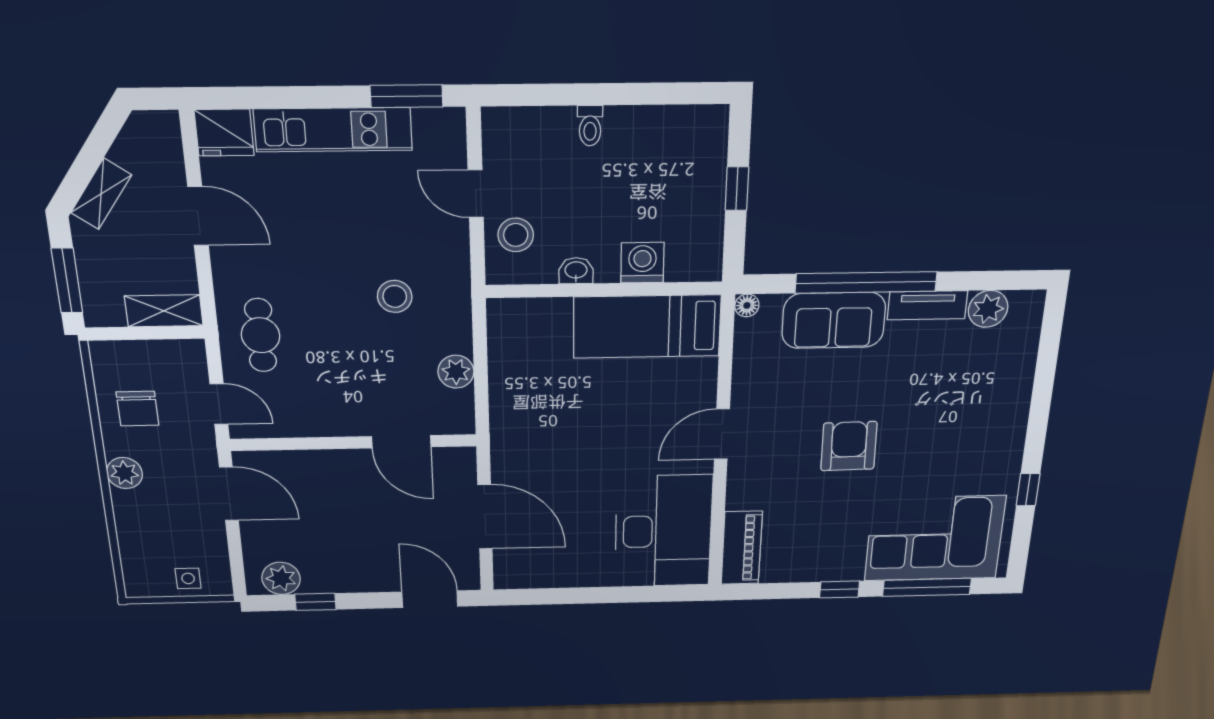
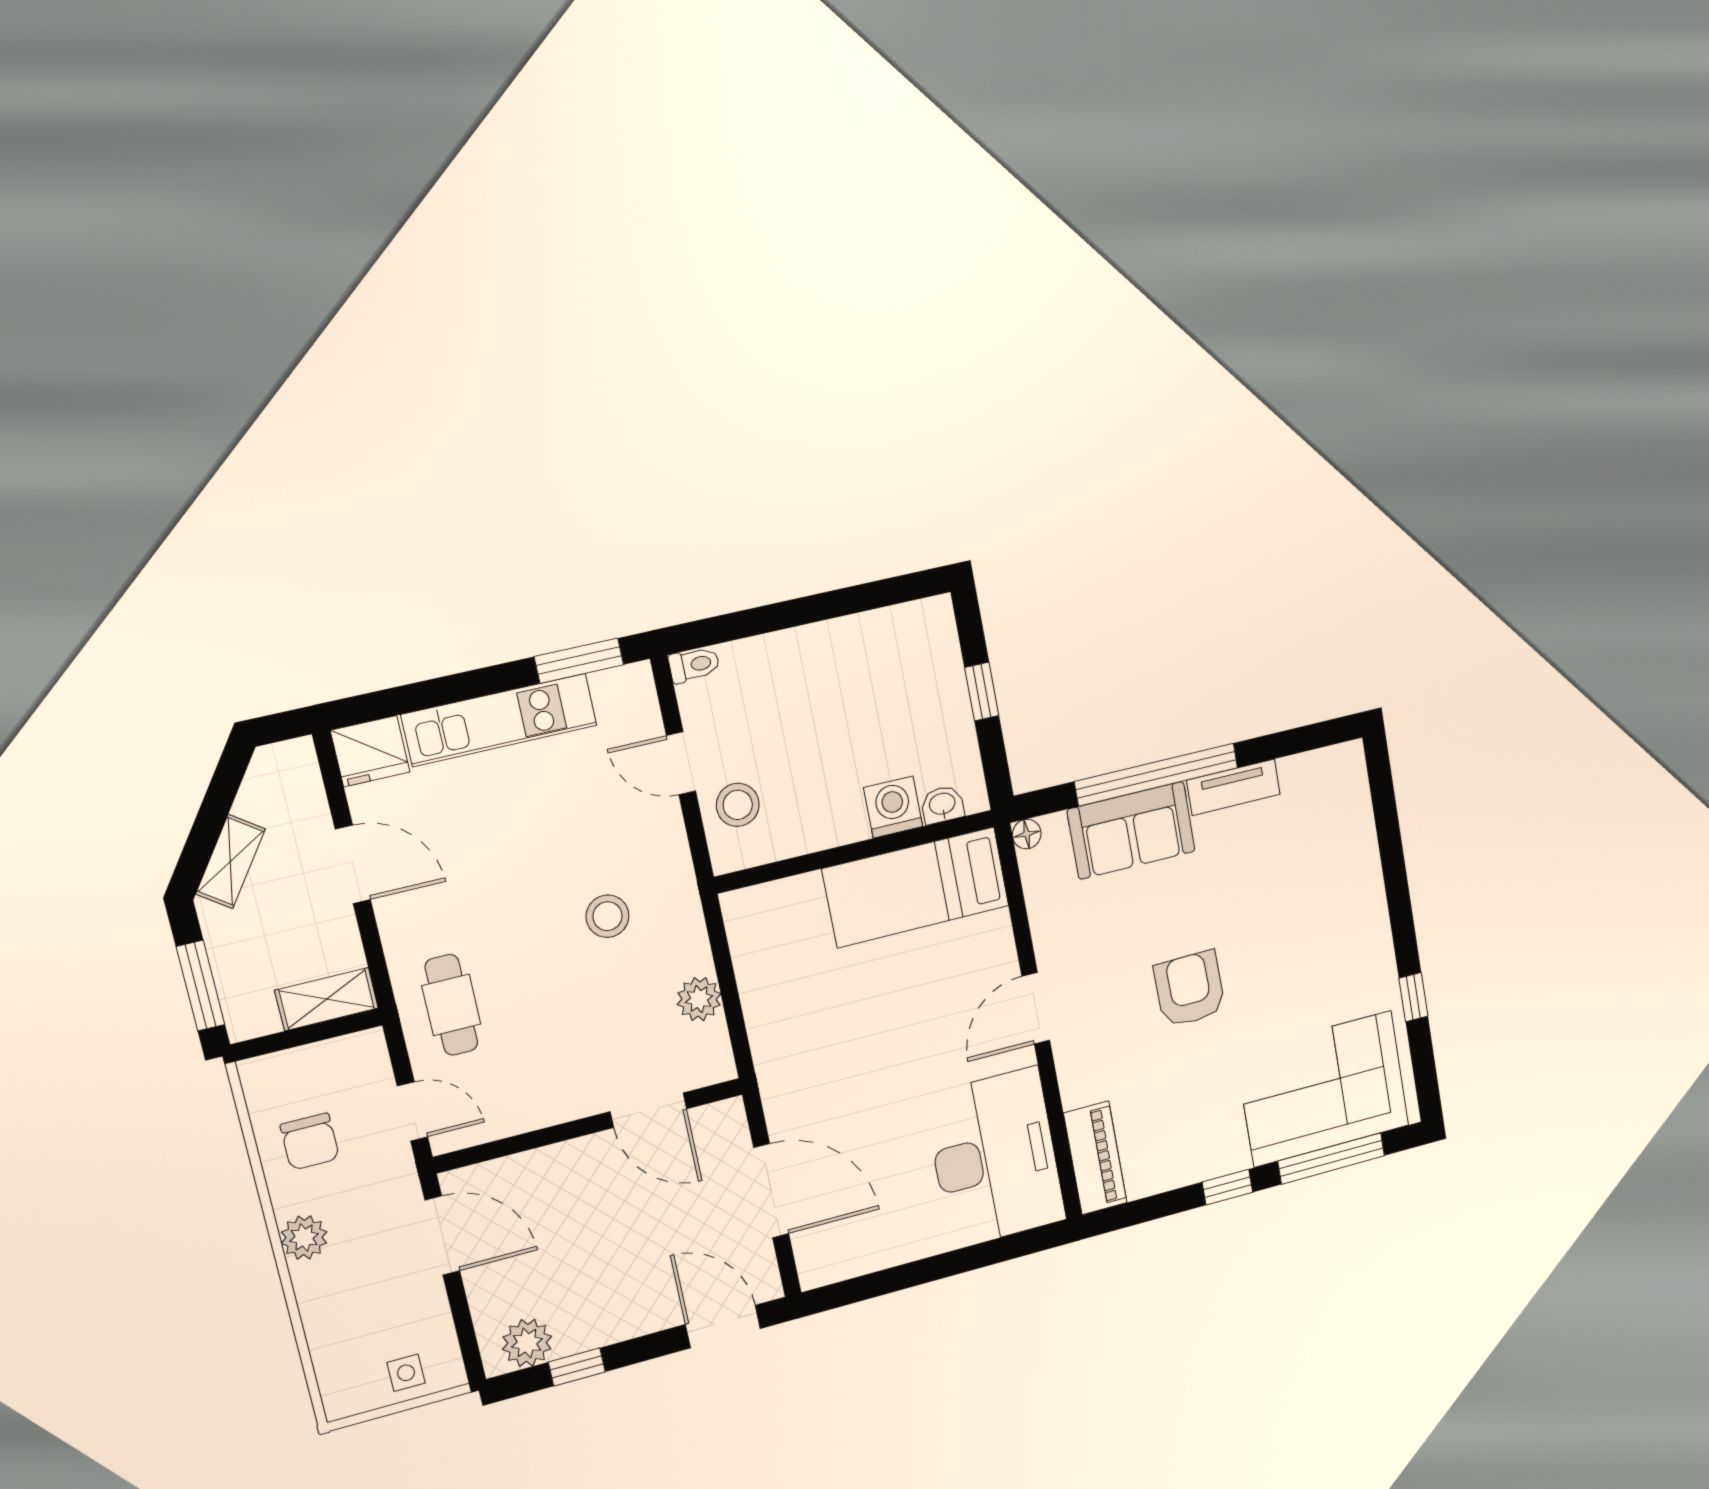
toilet: (590, 126) -> (694, 665), moved, turned -90
washbasin: (576, 271) -> (942, 805), moved
plant: (988, 309) -> (1303, 776), removed

